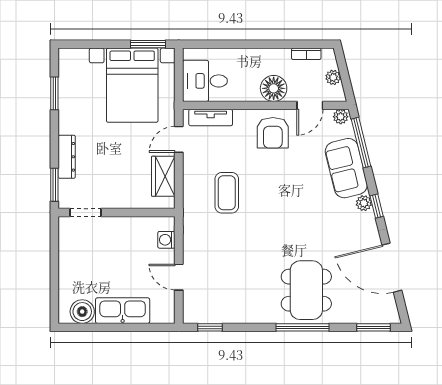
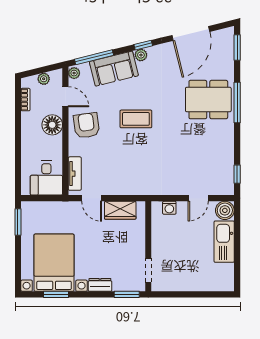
bed with nightstands: (132, 85) -> (54, 263), moved, turned -90
armchair: (273, 133) -> (87, 125), turned -98
dresser: (67, 157) -> (100, 285), width x0.70
coffee table: (227, 193) -> (136, 119), moved
boiler: (82, 312) -> (225, 210), moved

